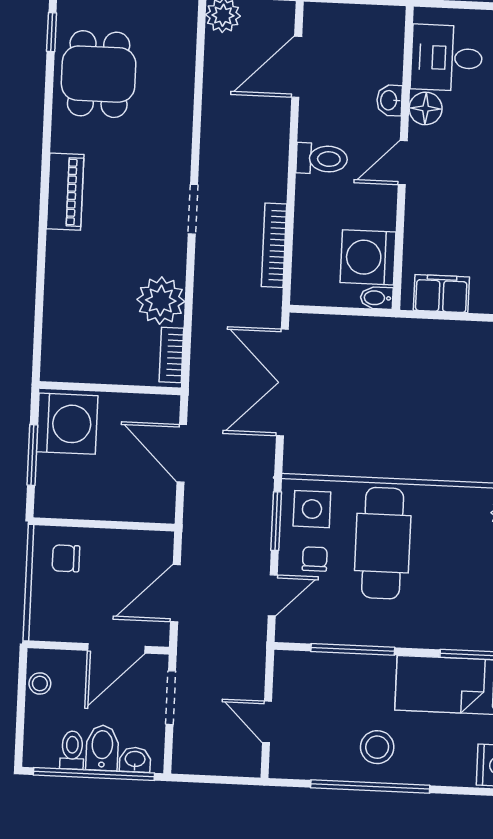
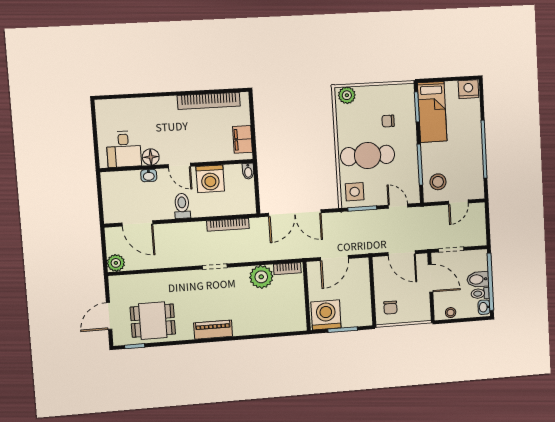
washing machine: (368, 257) -> (210, 179), moved
chair: (315, 559) -> (388, 121), moved
stool: (377, 747) -> (438, 182), moved
washbasin: (135, 760) -> (484, 307), moved

